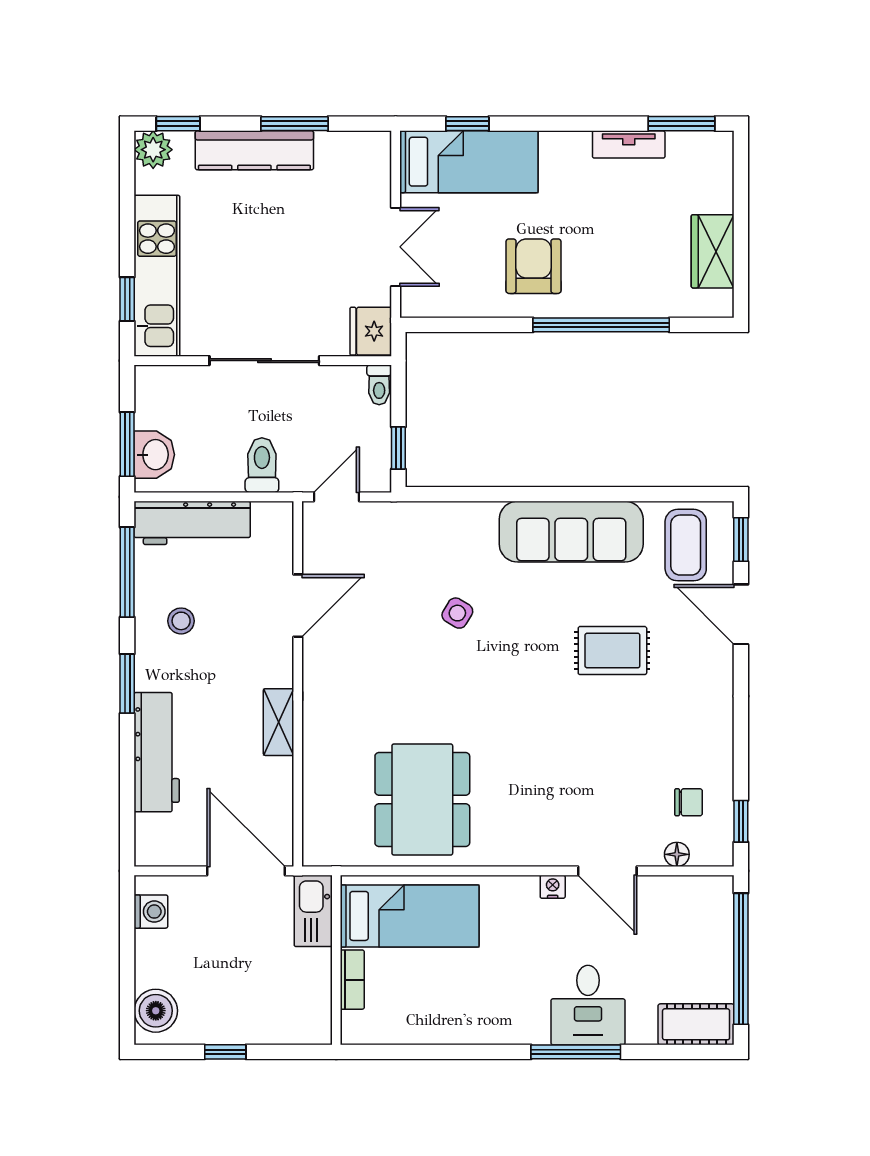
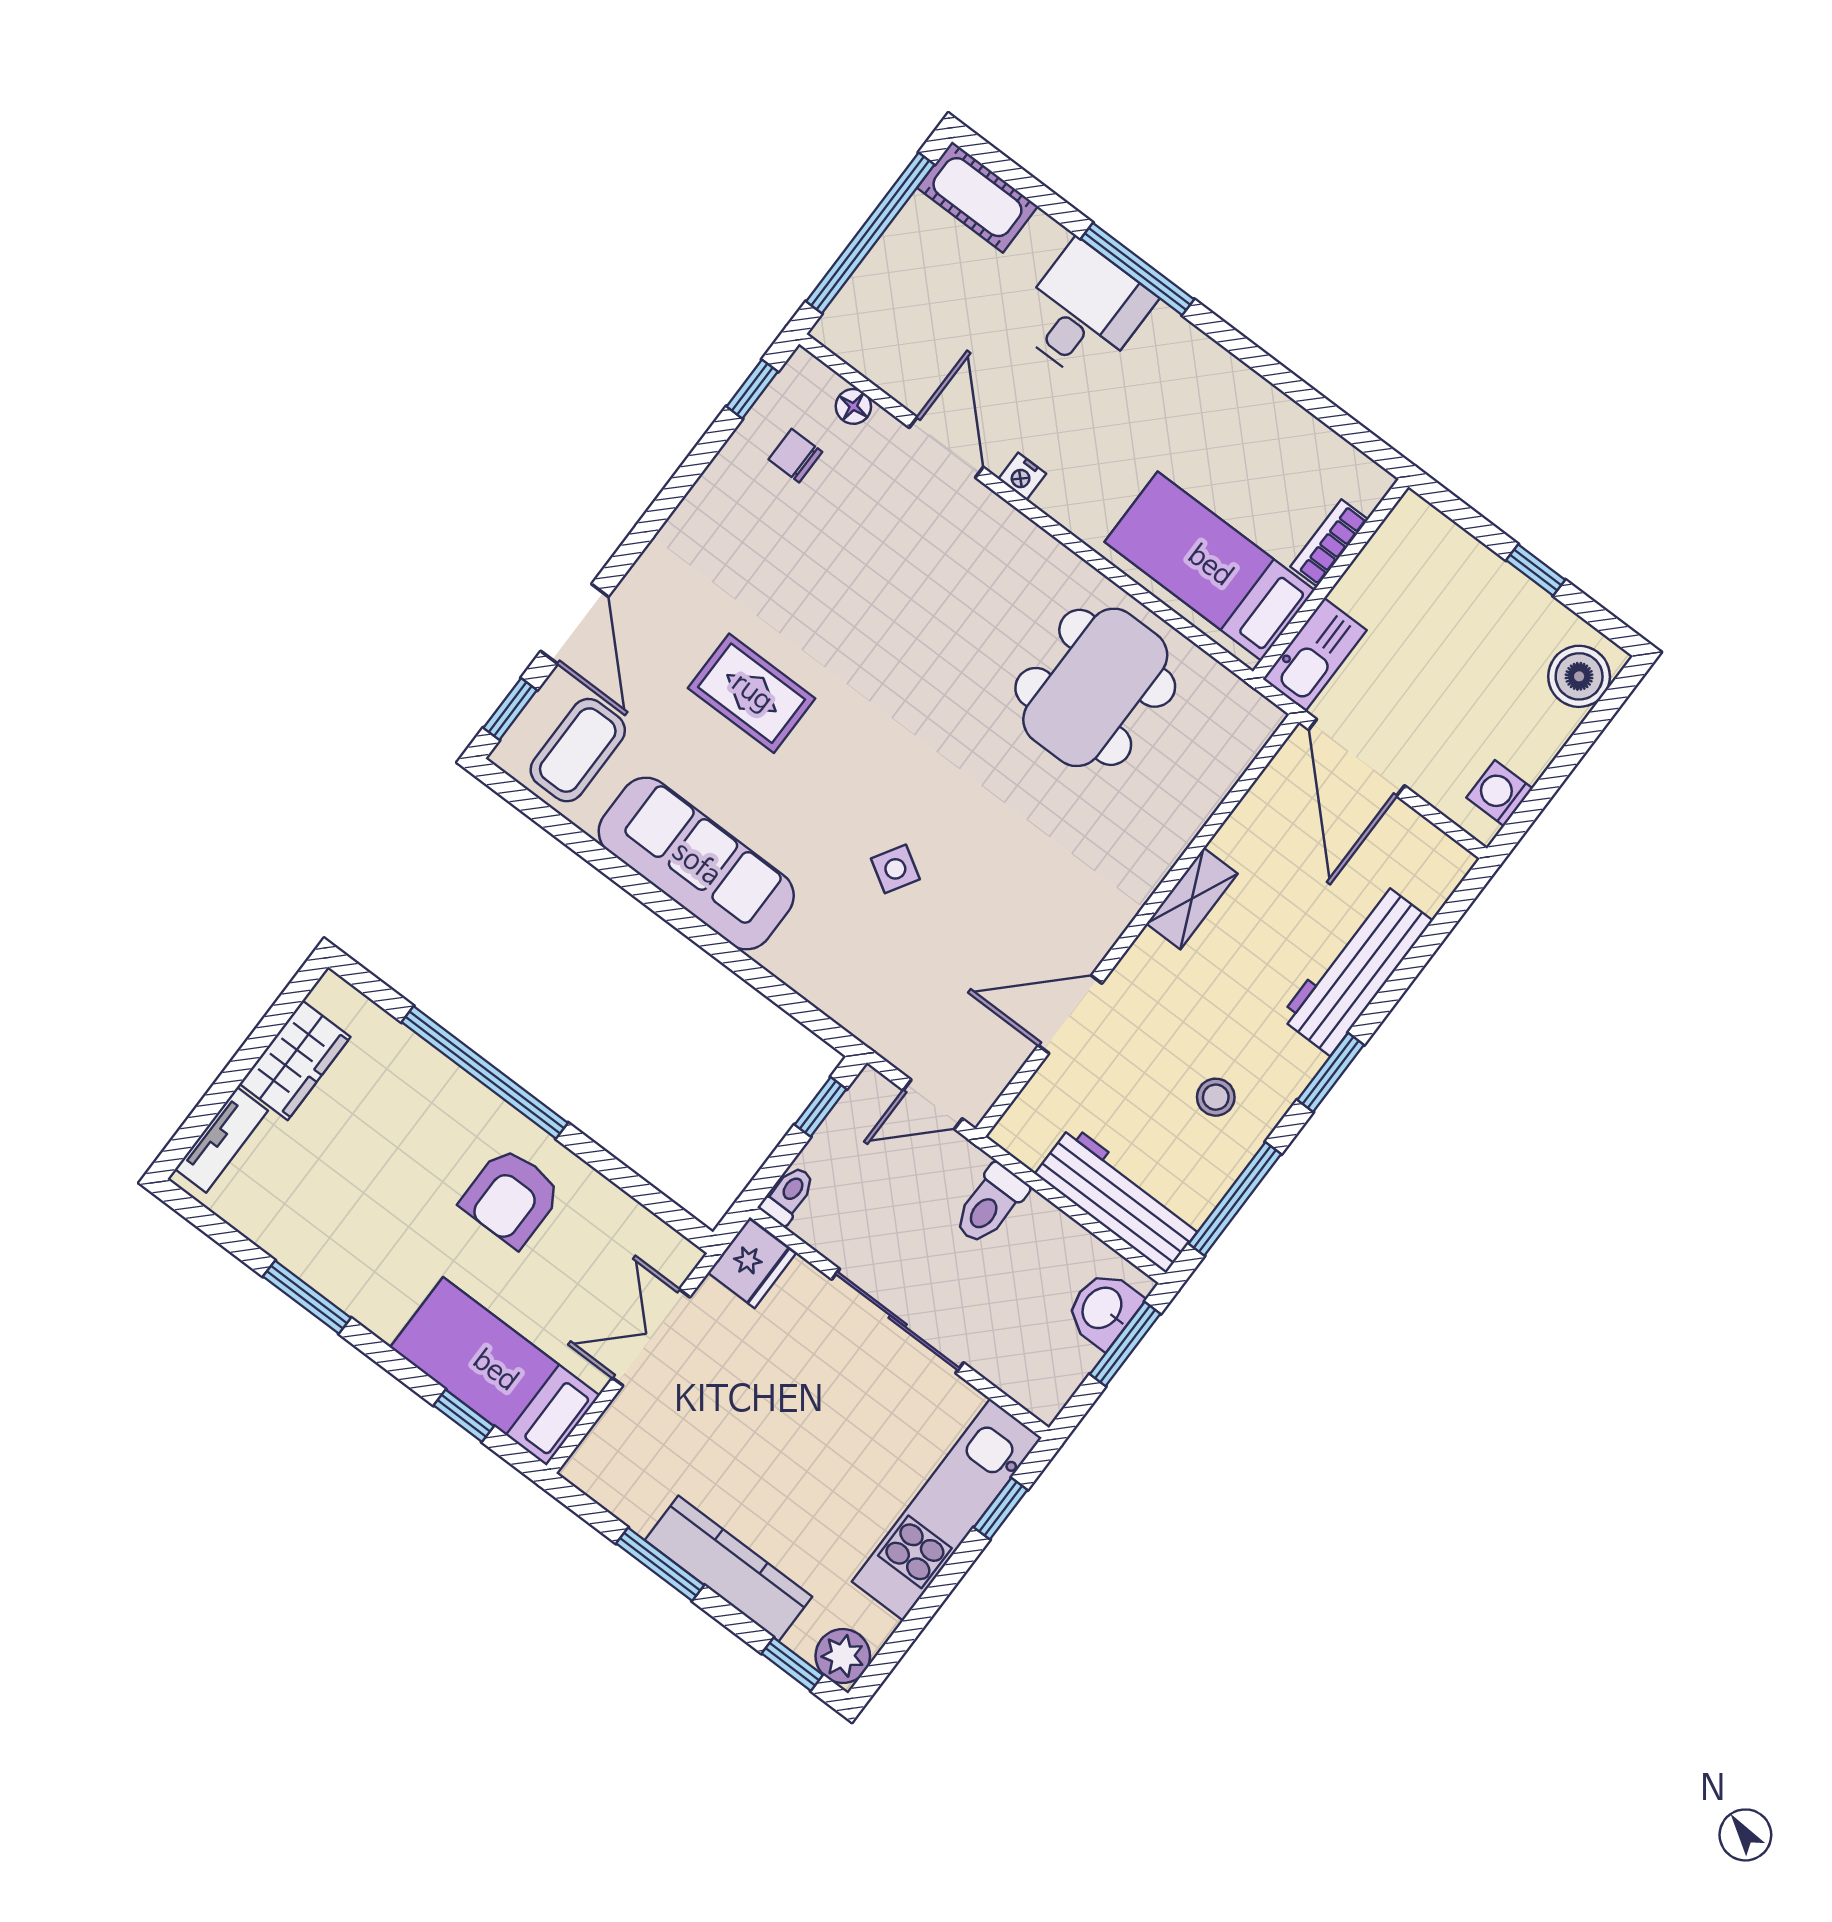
window: (682, 124) -> (307, 1297), moved
tv unit: (629, 144) -> (221, 1140), moved, turned 90

